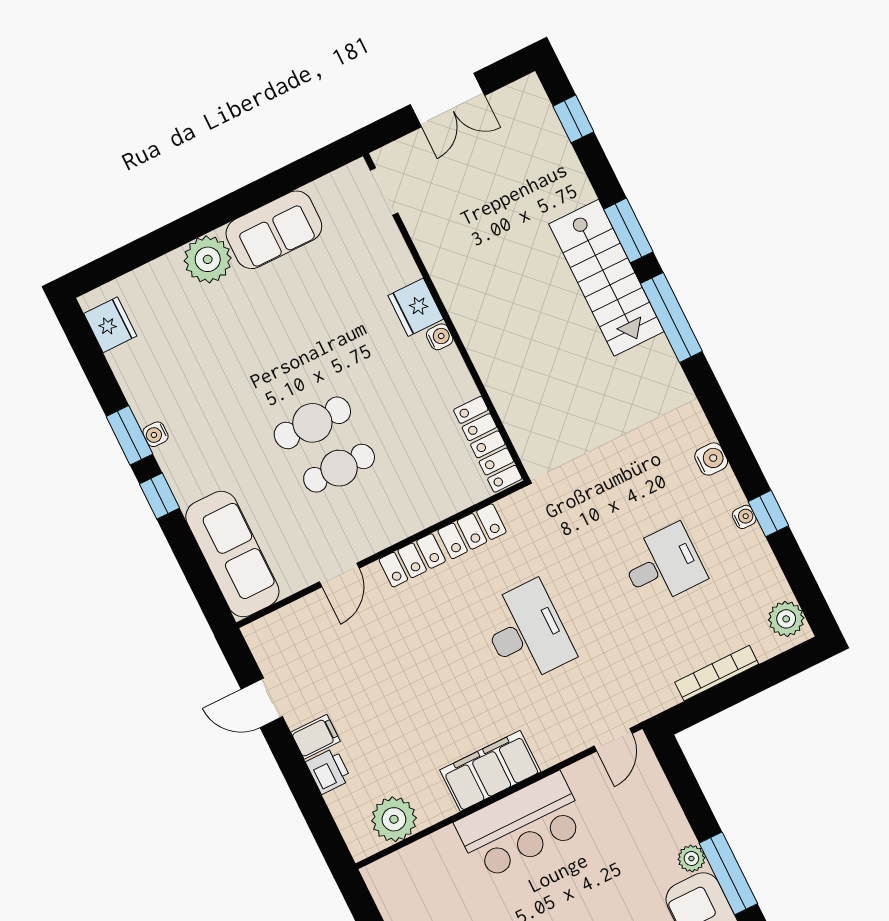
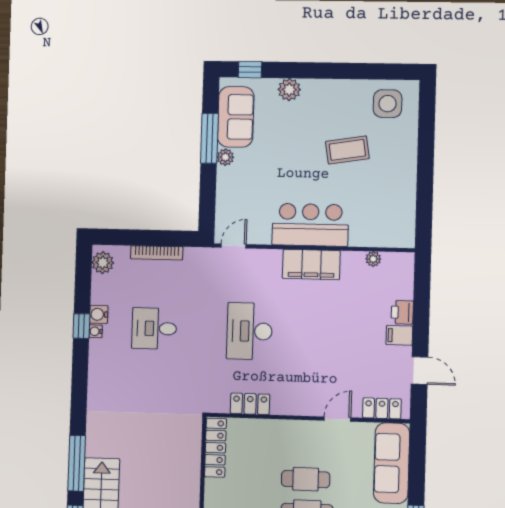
water cooler: (711, 459) -> (99, 314), moved
locker: (412, 560) -> (382, 408), moved
plant: (394, 819) -> (373, 259), width x0.53, depth x0.53

